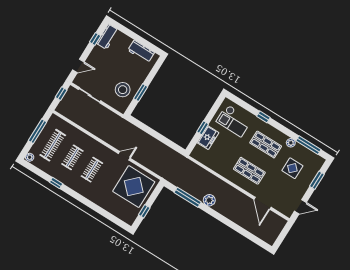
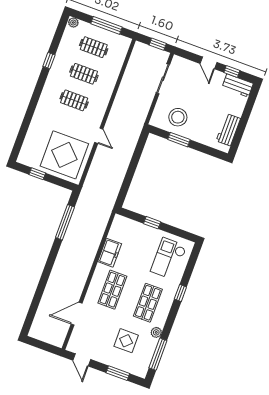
door: (78, 66) -> (209, 63), moved
freezer: (208, 138) -> (110, 253), moved, turned -90
clothes rail: (53, 145) -> (94, 47), width x0.73
plant: (209, 200) -> (67, 249), removed

